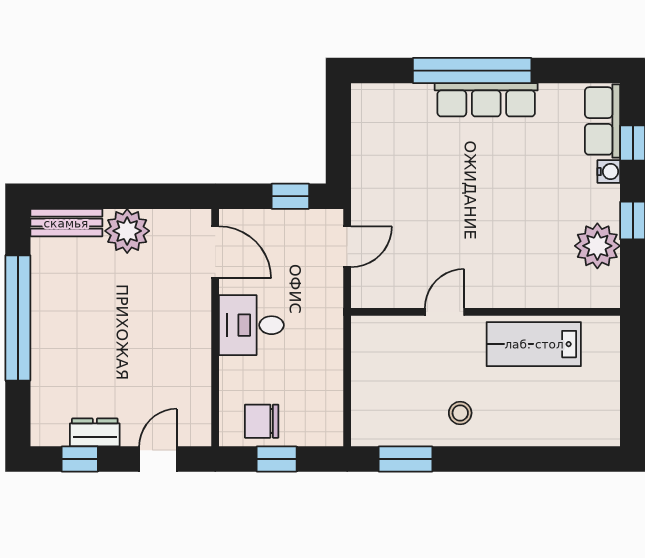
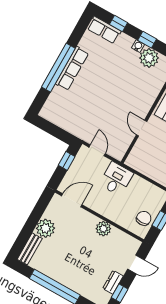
water cooler: (609, 172) -> (138, 46), moved
desk: (251, 325) -> (116, 179), moved, turned 180
plant: (194, 350) -> (103, 229), added
chair: (262, 421) -> (144, 218), turned 180
door: (158, 459) -> (136, 264), swing flipped

